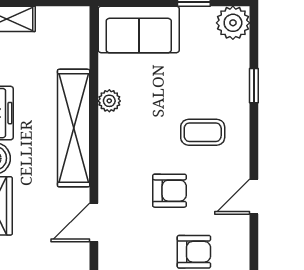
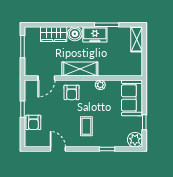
shelving: (74, 128) -> (80, 69), width x0.68
armchair: (169, 191) -> (72, 92), moved
door: (94, 222) -> (46, 78), swing flipped

